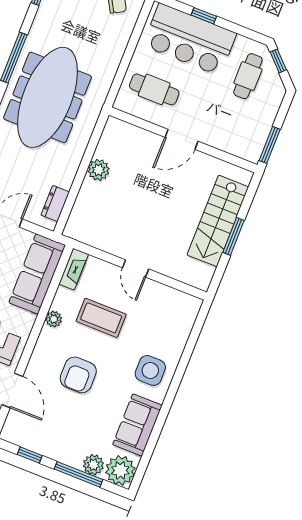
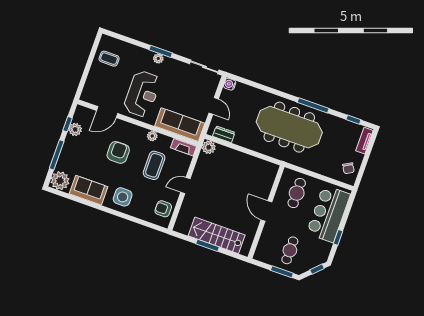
window: (204, 16) -> (338, 237), moved
cafe table: (248, 76) -> (290, 250), moved, turned 90
window: (270, 145) -> (282, 272), moved
plant: (99, 170) -> (209, 147), moved
armchair: (172, 306) -> (163, 209), added
armchair: (78, 375) -> (118, 152), turned 90
plant: (93, 465) -> (75, 129), moved

